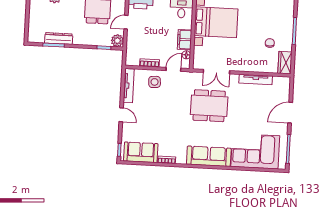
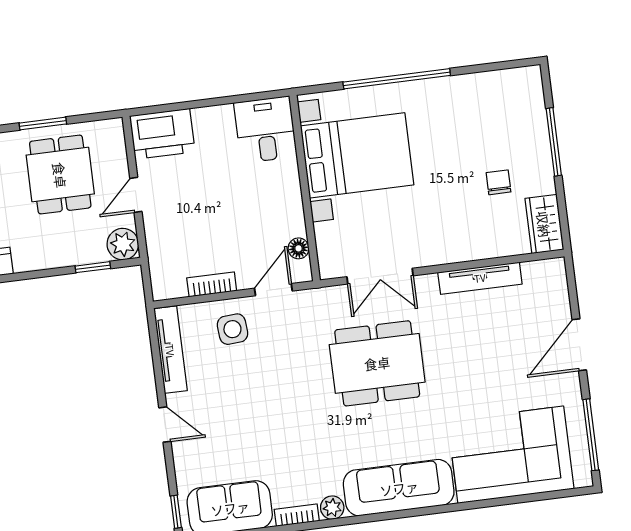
filing cabinet: (185, 40) -> (288, 212), removed
plant: (181, 159) -> (332, 508), added

